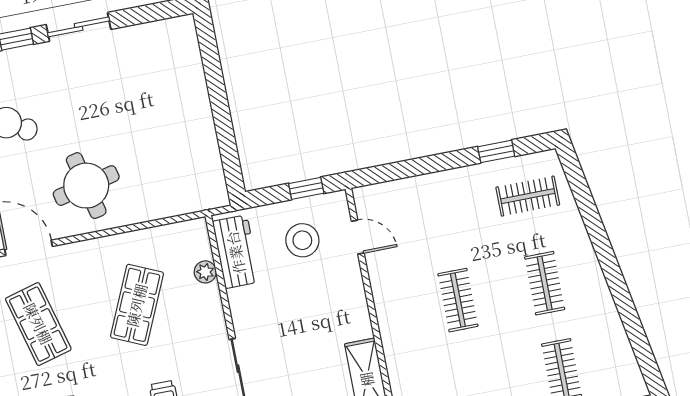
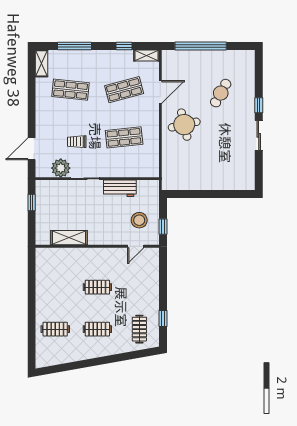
workbench: (236, 252) -> (120, 188), moved
plant: (205, 272) -> (133, 172), removed
shop shelf: (137, 305) -> (124, 137), turned -30

